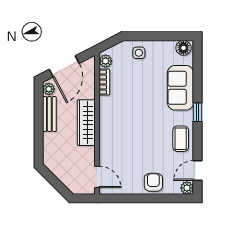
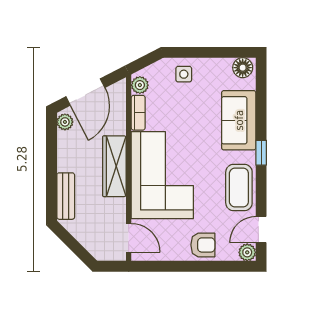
bench: (49, 114) -> (66, 196), moved
corner sofa: (123, 129) -> (162, 175), added
coffee table: (181, 139) -> (239, 188), width x1.36, depth x1.30
armchair: (153, 182) -> (203, 245), turned 90

